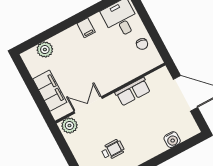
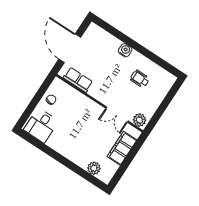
filing cabinet: (86, 28) -> (62, 147), removed
row of seats: (133, 92) -> (78, 80), moved
water cooler: (172, 140) -> (125, 50), moved

